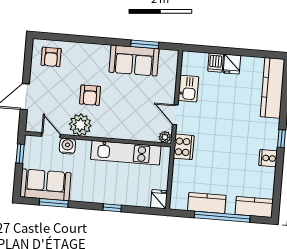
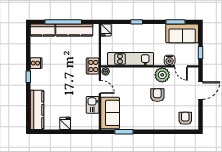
sofa: (134, 60) -> (110, 113), moved, turned 90
dishwasher: (216, 63) -> (76, 124), removed
kitchen counter: (207, 203) -> (74, 30), width x1.50

